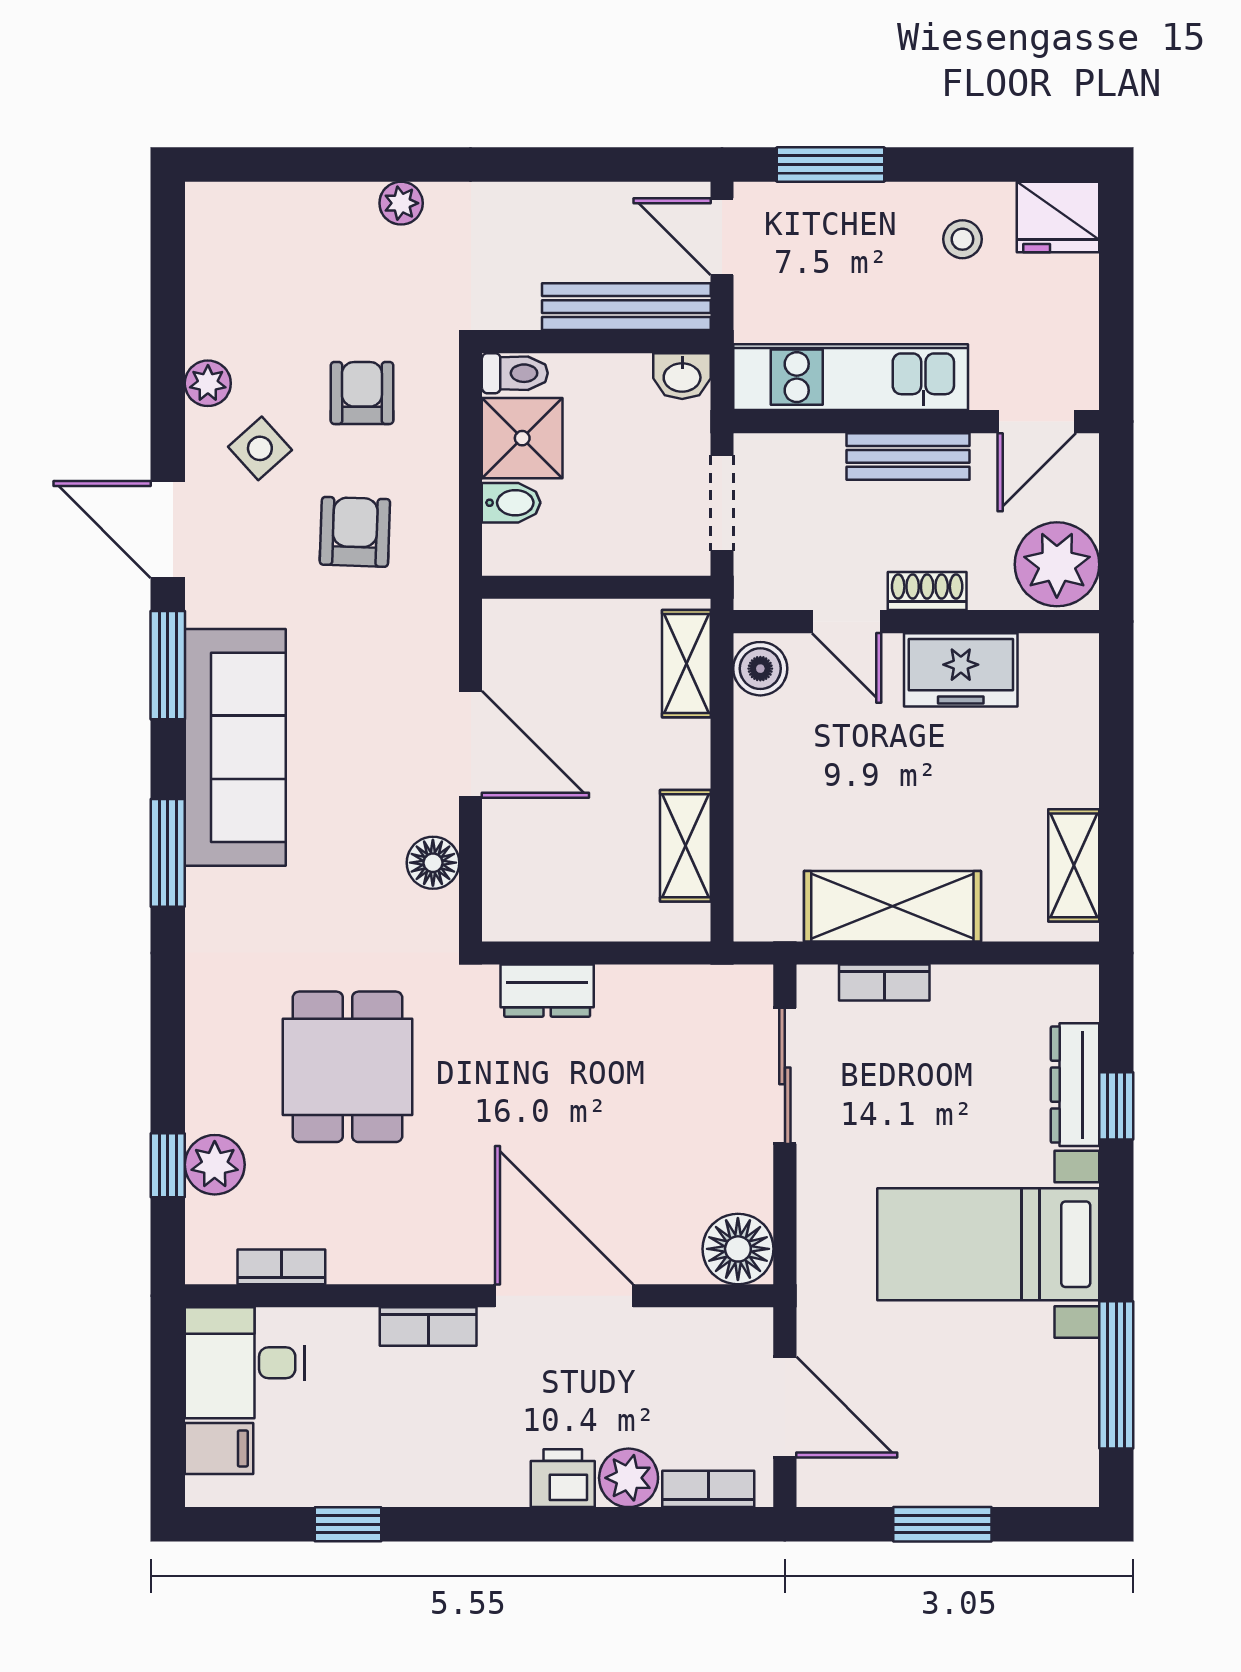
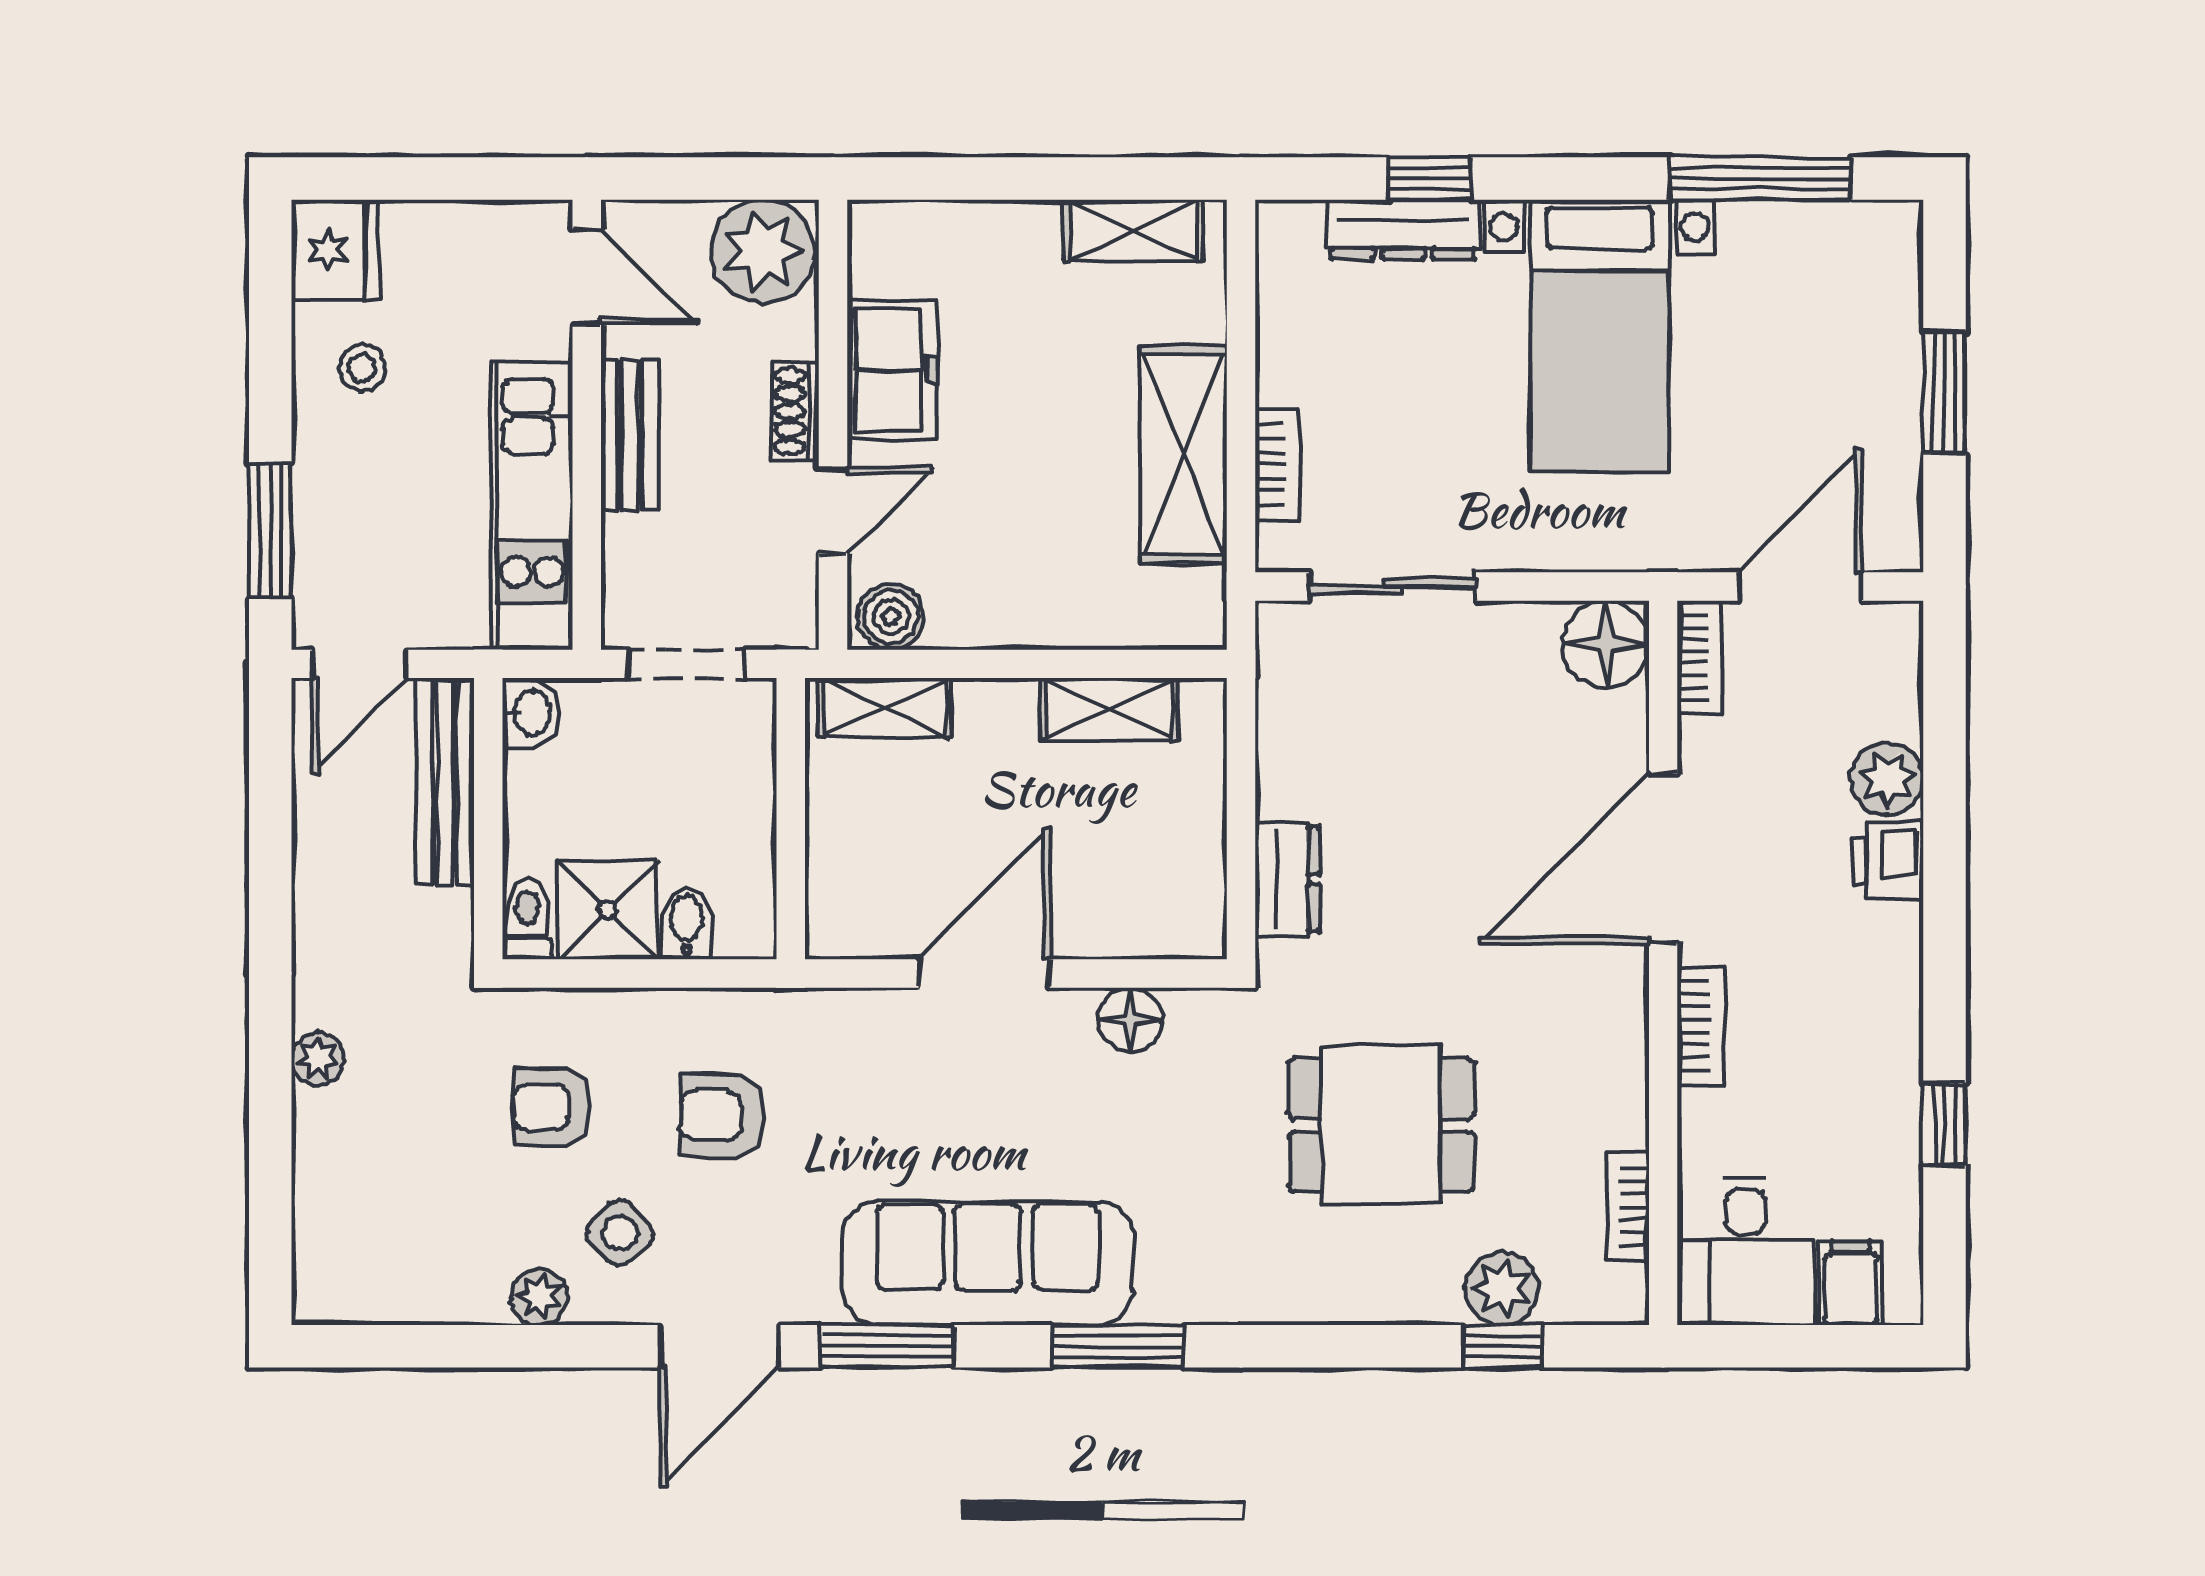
bookcase: (708, 1489) -> (1700, 657), moved, turned 180

